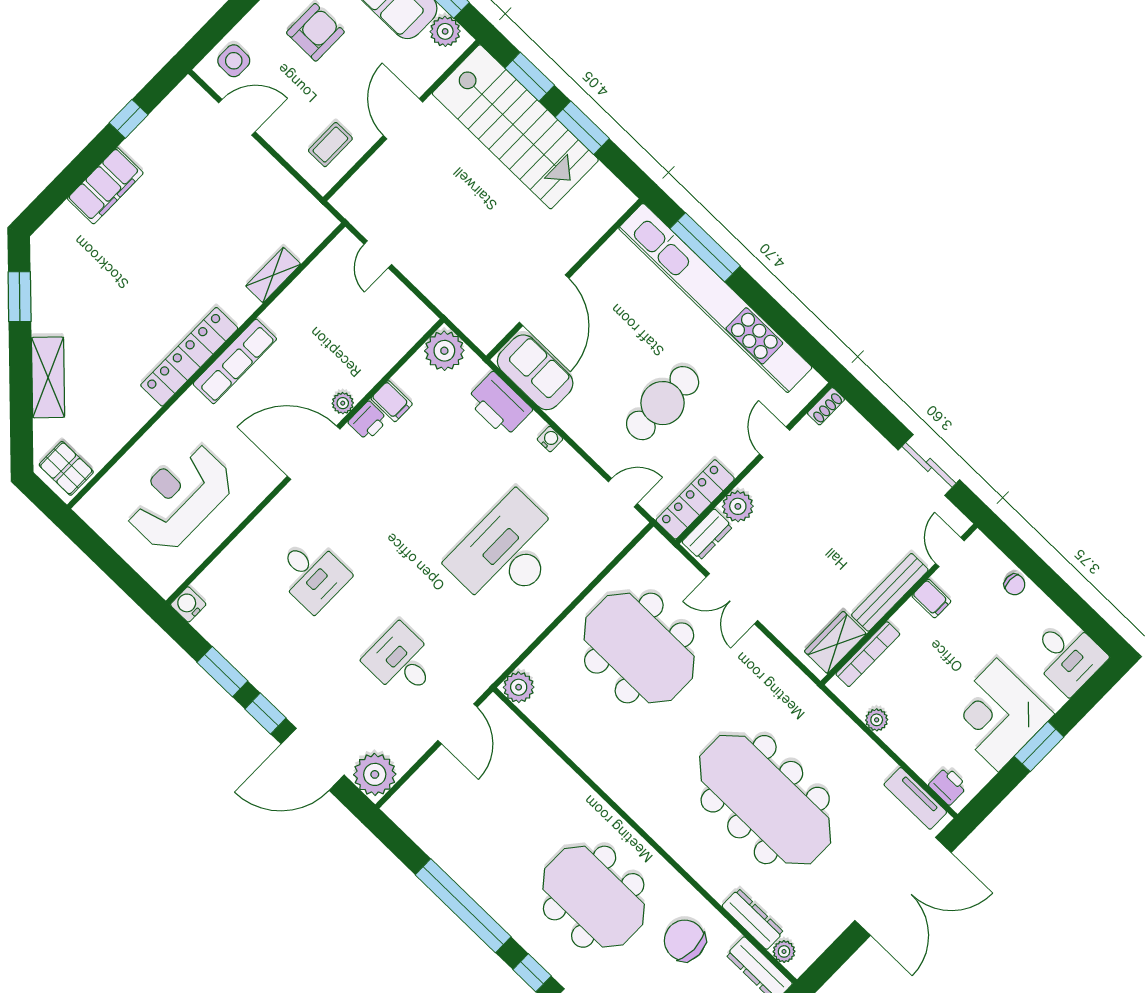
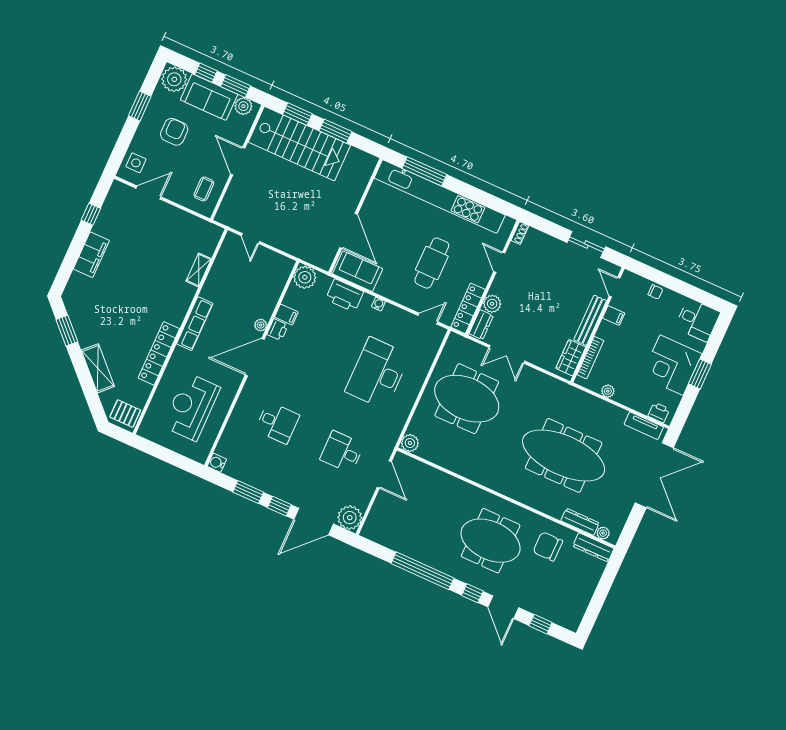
locker: (189, 357) -> (159, 353), moved

